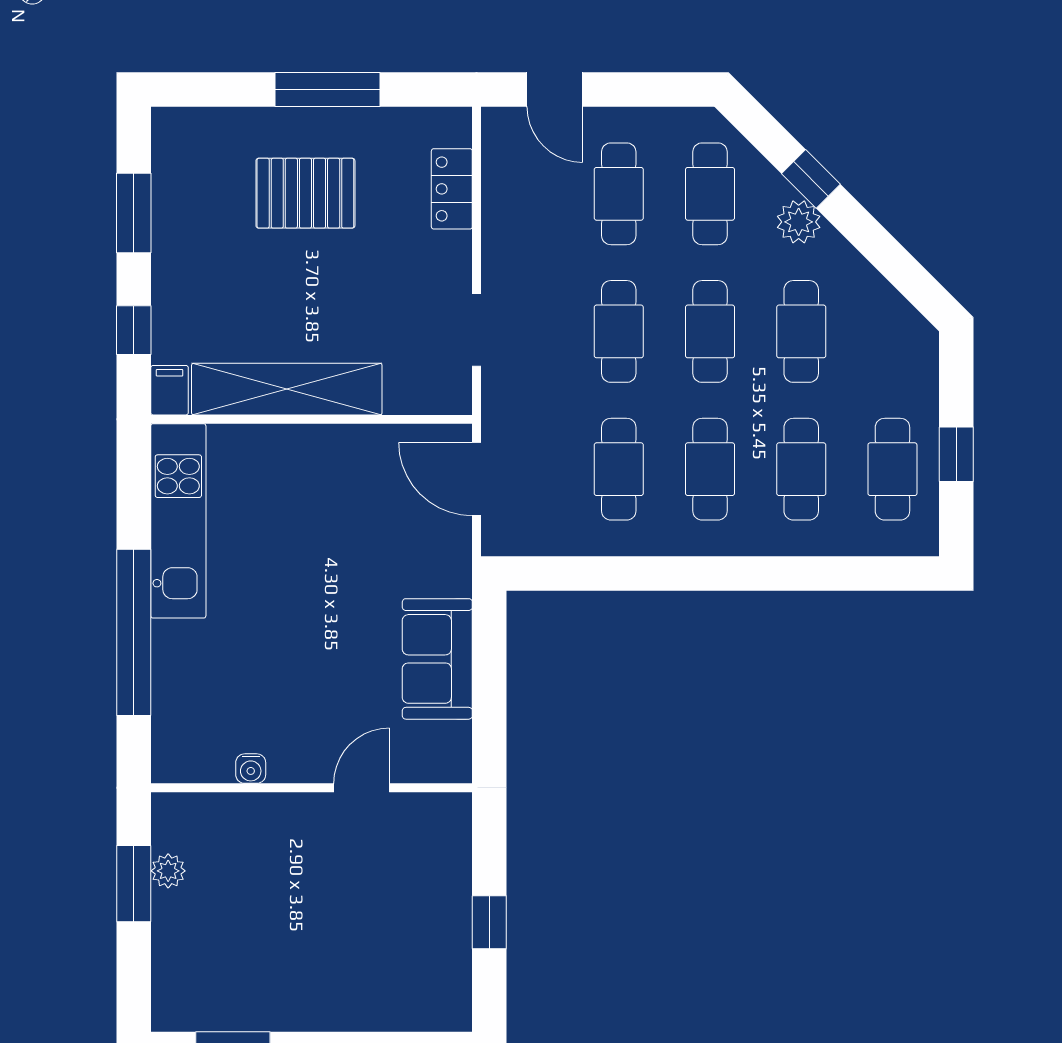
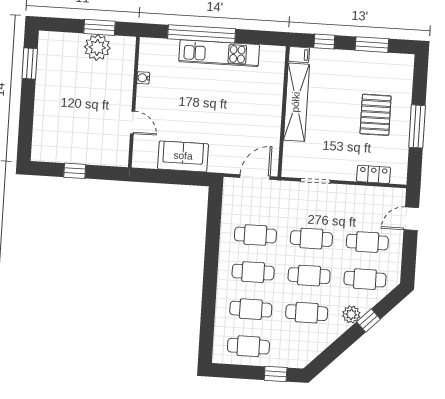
window: (956, 454) -> (276, 374), moved
kitchen unit: (178, 521) -> (219, 53), moved
plant: (168, 871) -> (97, 47), width x1.87, depth x1.87

